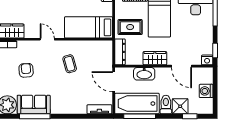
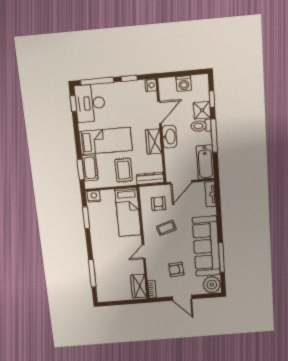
window: (215, 50) -> (129, 78), moved
armchair: (94, 58) -> (159, 204), added
washbasin: (144, 74) -> (169, 137), moved
bathtub: (137, 104) -> (205, 162), width x0.73, depth x0.73
sofa: (34, 105) -> (206, 246), width x1.85, depth x1.27
window: (140, 116) -> (214, 136), moved

